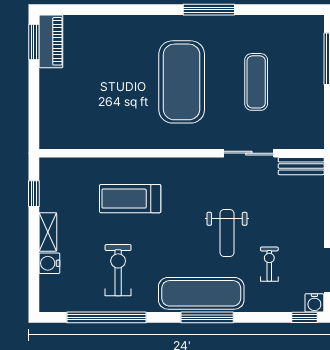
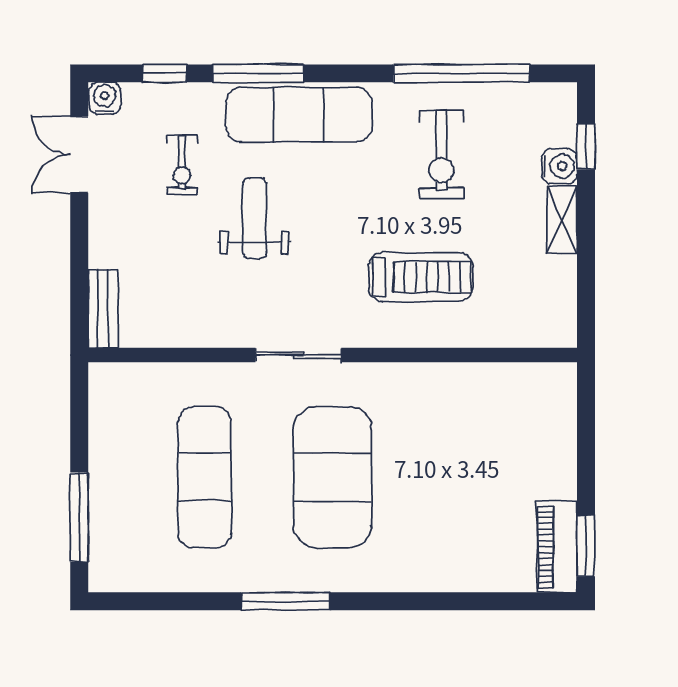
exercise mat: (256, 82) -> (205, 477), width x1.36, depth x1.45
sliding door: (249, 153) -> (298, 355), moved
bench: (301, 166) -> (103, 309), moved, turned 90
window: (34, 194) -> (586, 147), moved
window: (207, 317) -> (258, 73), moved
window: (304, 317) -> (165, 73), moved

